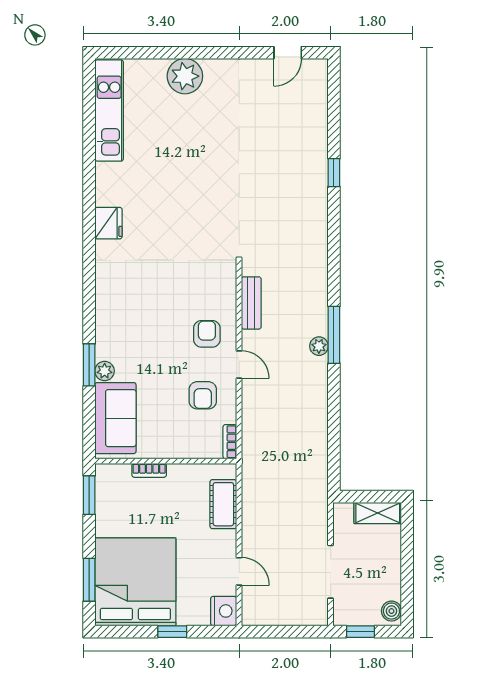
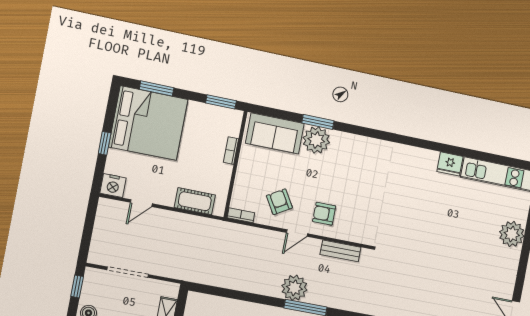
fridge: (108, 223) -> (450, 164), moved
armchair: (207, 334) -> (324, 214), turned 180
plant: (319, 346) -> (294, 288), width x1.87, depth x1.87
plant: (105, 371) -> (316, 140), width x1.87, depth x1.87
armchair: (203, 395) -> (279, 202), turned 59

